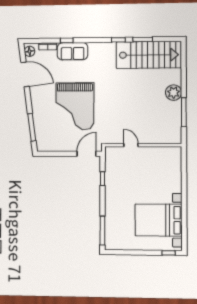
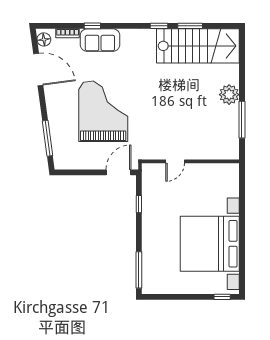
grand piano: (75, 106) -> (103, 111), turned 180
door: (131, 145) -> (175, 161), swing flipped
bed with nightstands: (159, 220) -> (210, 244), width x1.36

